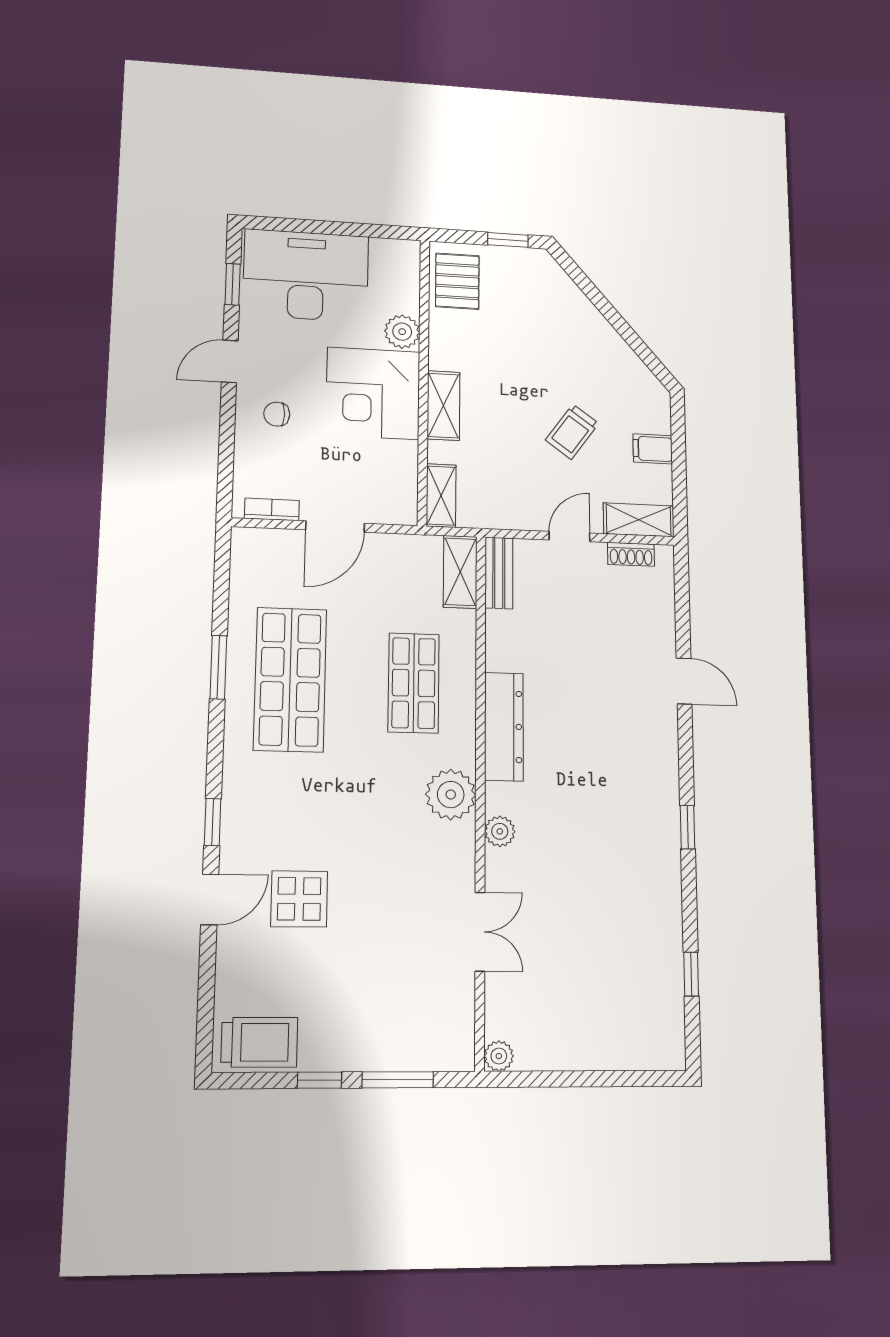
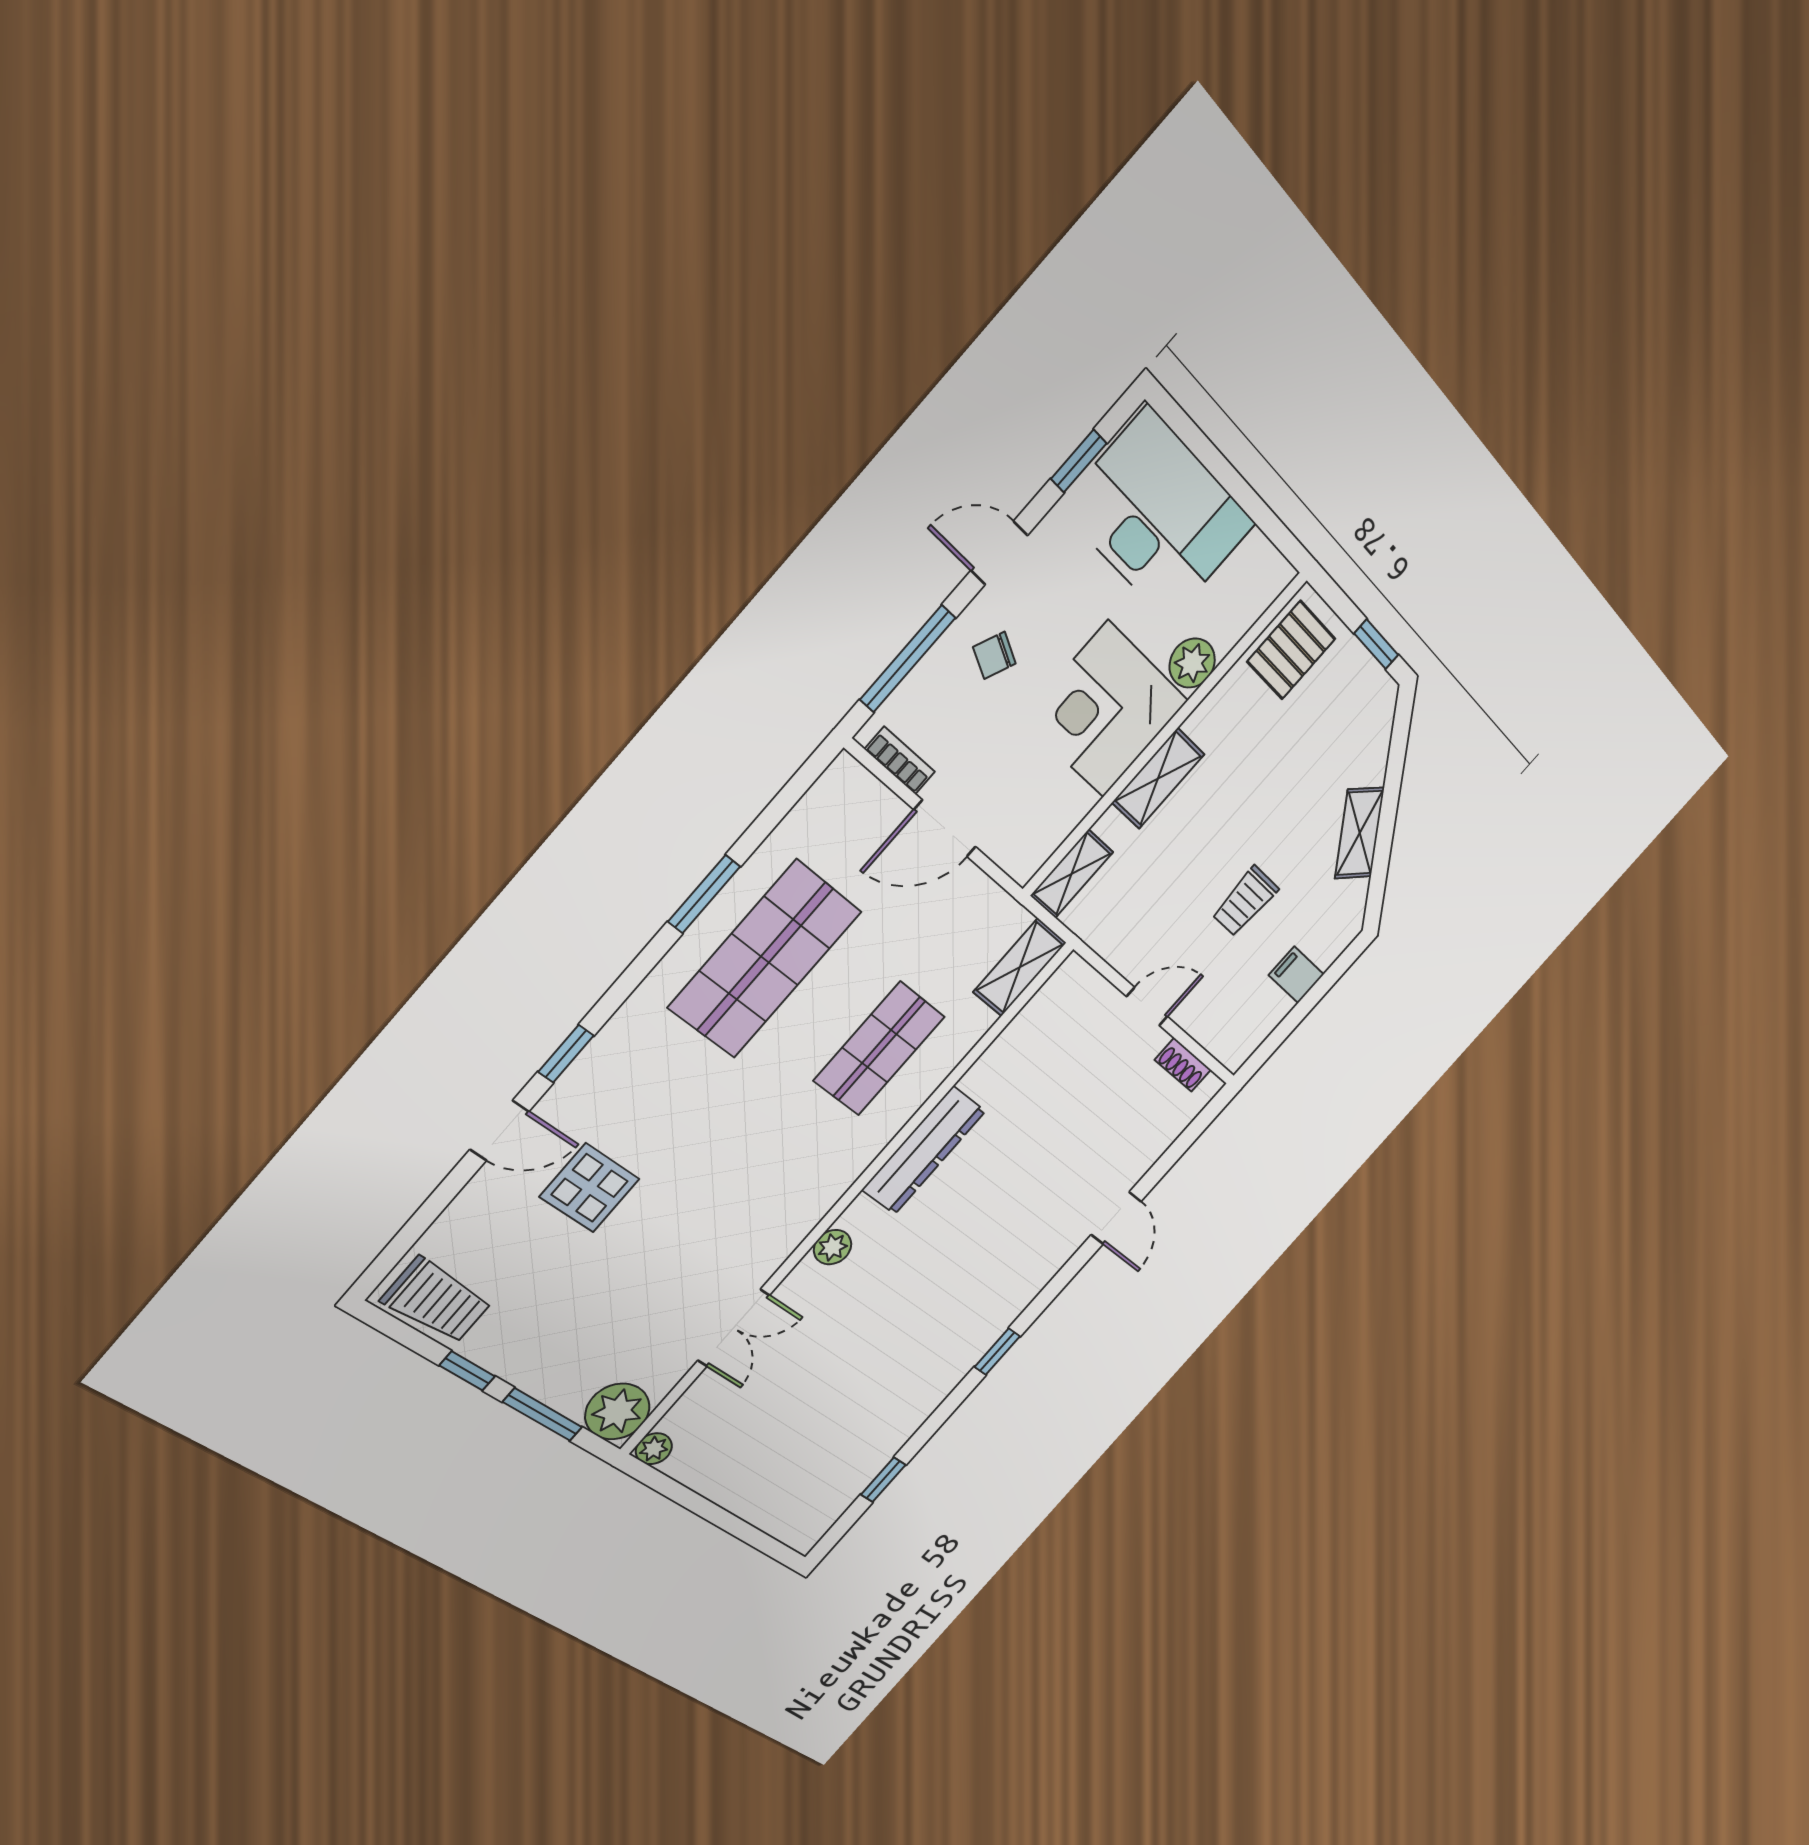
chair: (277, 414) -> (994, 655), turned -65
trolley: (572, 432) -> (1245, 901), turned -36
window: (226, 453) -> (908, 659), added
shelving: (639, 520) -> (1360, 833), moved, turned 49
bench: (499, 573) -> (1053, 995), removed
plant: (451, 795) -> (617, 1412), moved

